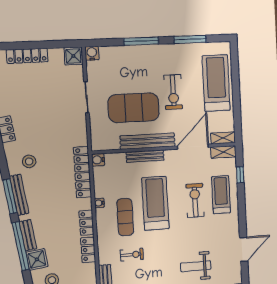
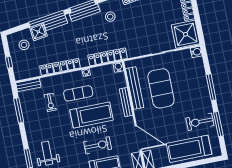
shower: (73, 56) -> (186, 34), width x1.86, depth x1.86
treadmill: (216, 83) -> (189, 149), turned 180
exercise bike: (173, 92) -> (200, 122), moved
bench: (148, 141) -> (135, 88), moved

